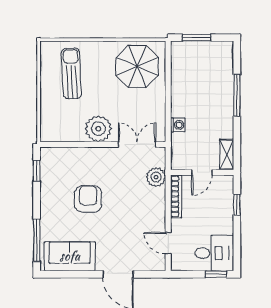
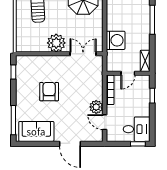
washing machine: (178, 125) -> (116, 40), width x1.89, depth x1.89
plant: (156, 177) -> (96, 107), moved

